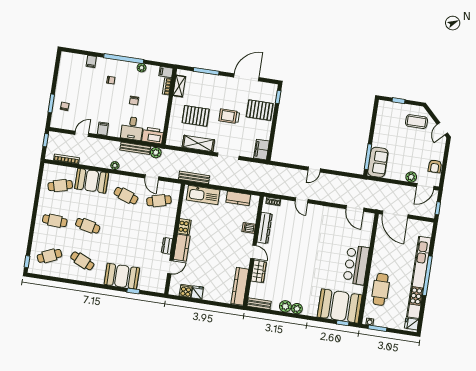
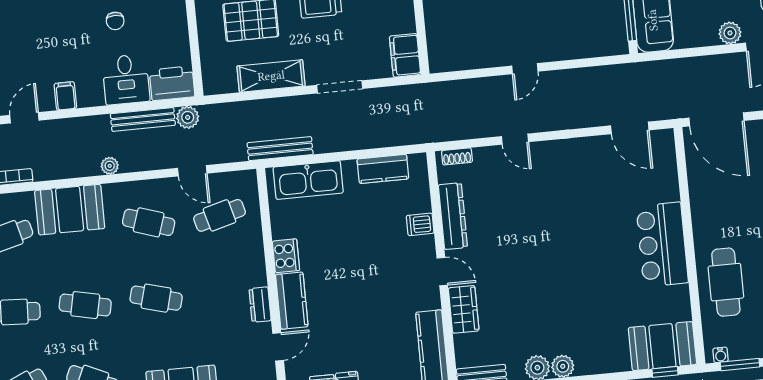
cafe table: (121, 231) -> (156, 298), added
booth: (340, 306) -> (662, 346), width x0.73, depth x0.70

